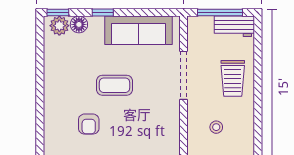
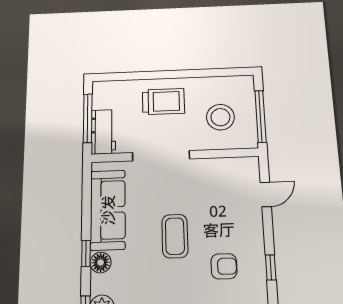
floor lamp: (79, 24) -> (101, 263), moved
workbench: (234, 26) -> (103, 132), moved
stool: (216, 127) -> (220, 117), width x1.89, depth x1.89

